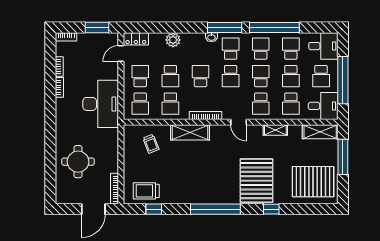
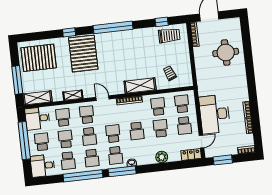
desk: (101, 104) -> (215, 114), moved

